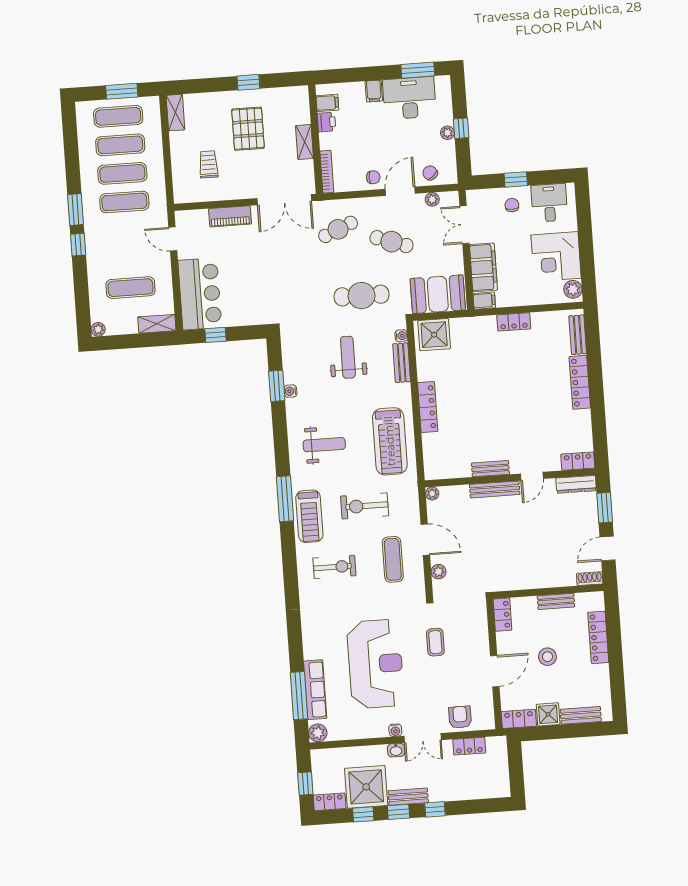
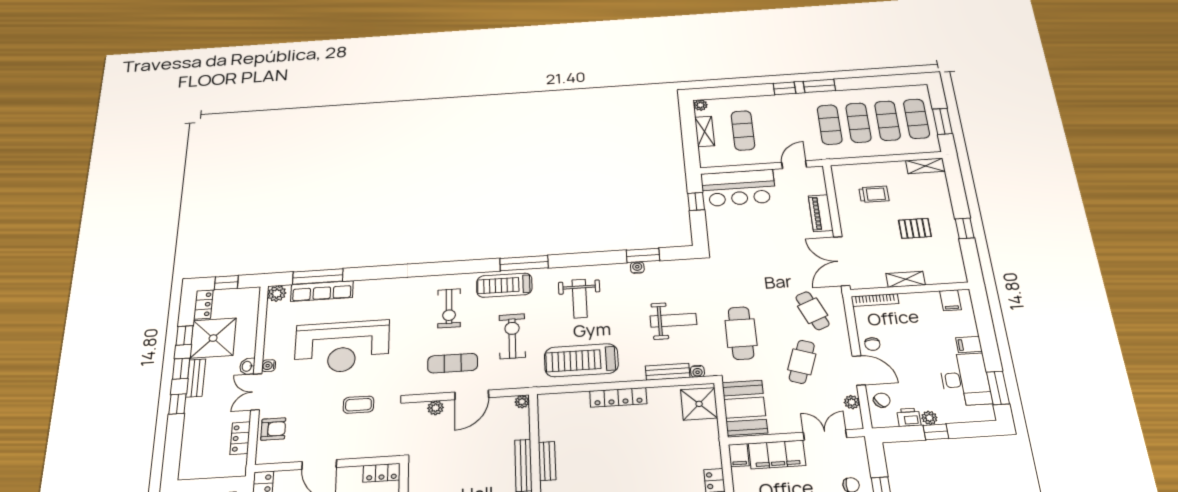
printer: (327, 122) -> (909, 417), moved, turned 180
pallet: (248, 129) -> (915, 228), width x0.67, depth x0.71
shelving: (157, 324) -> (705, 131), moved

